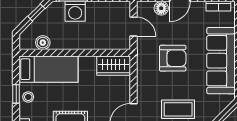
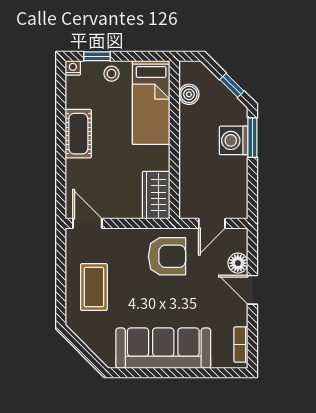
armchair: (173, 58) -> (167, 256), moved, turned -90
window: (16, 94) -> (97, 56), moved

